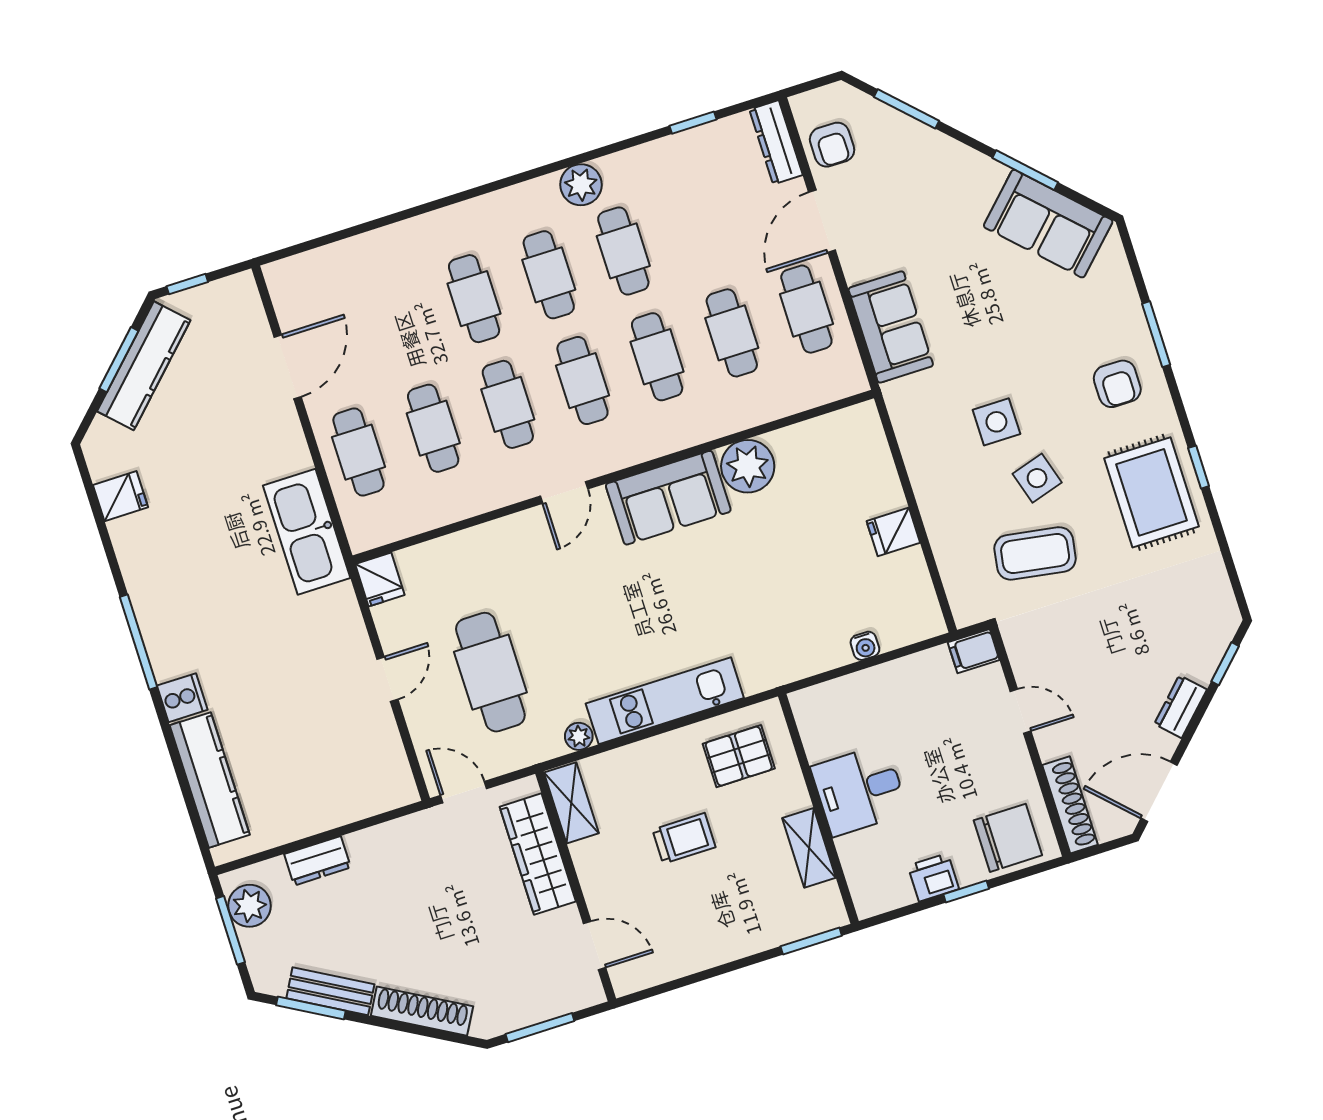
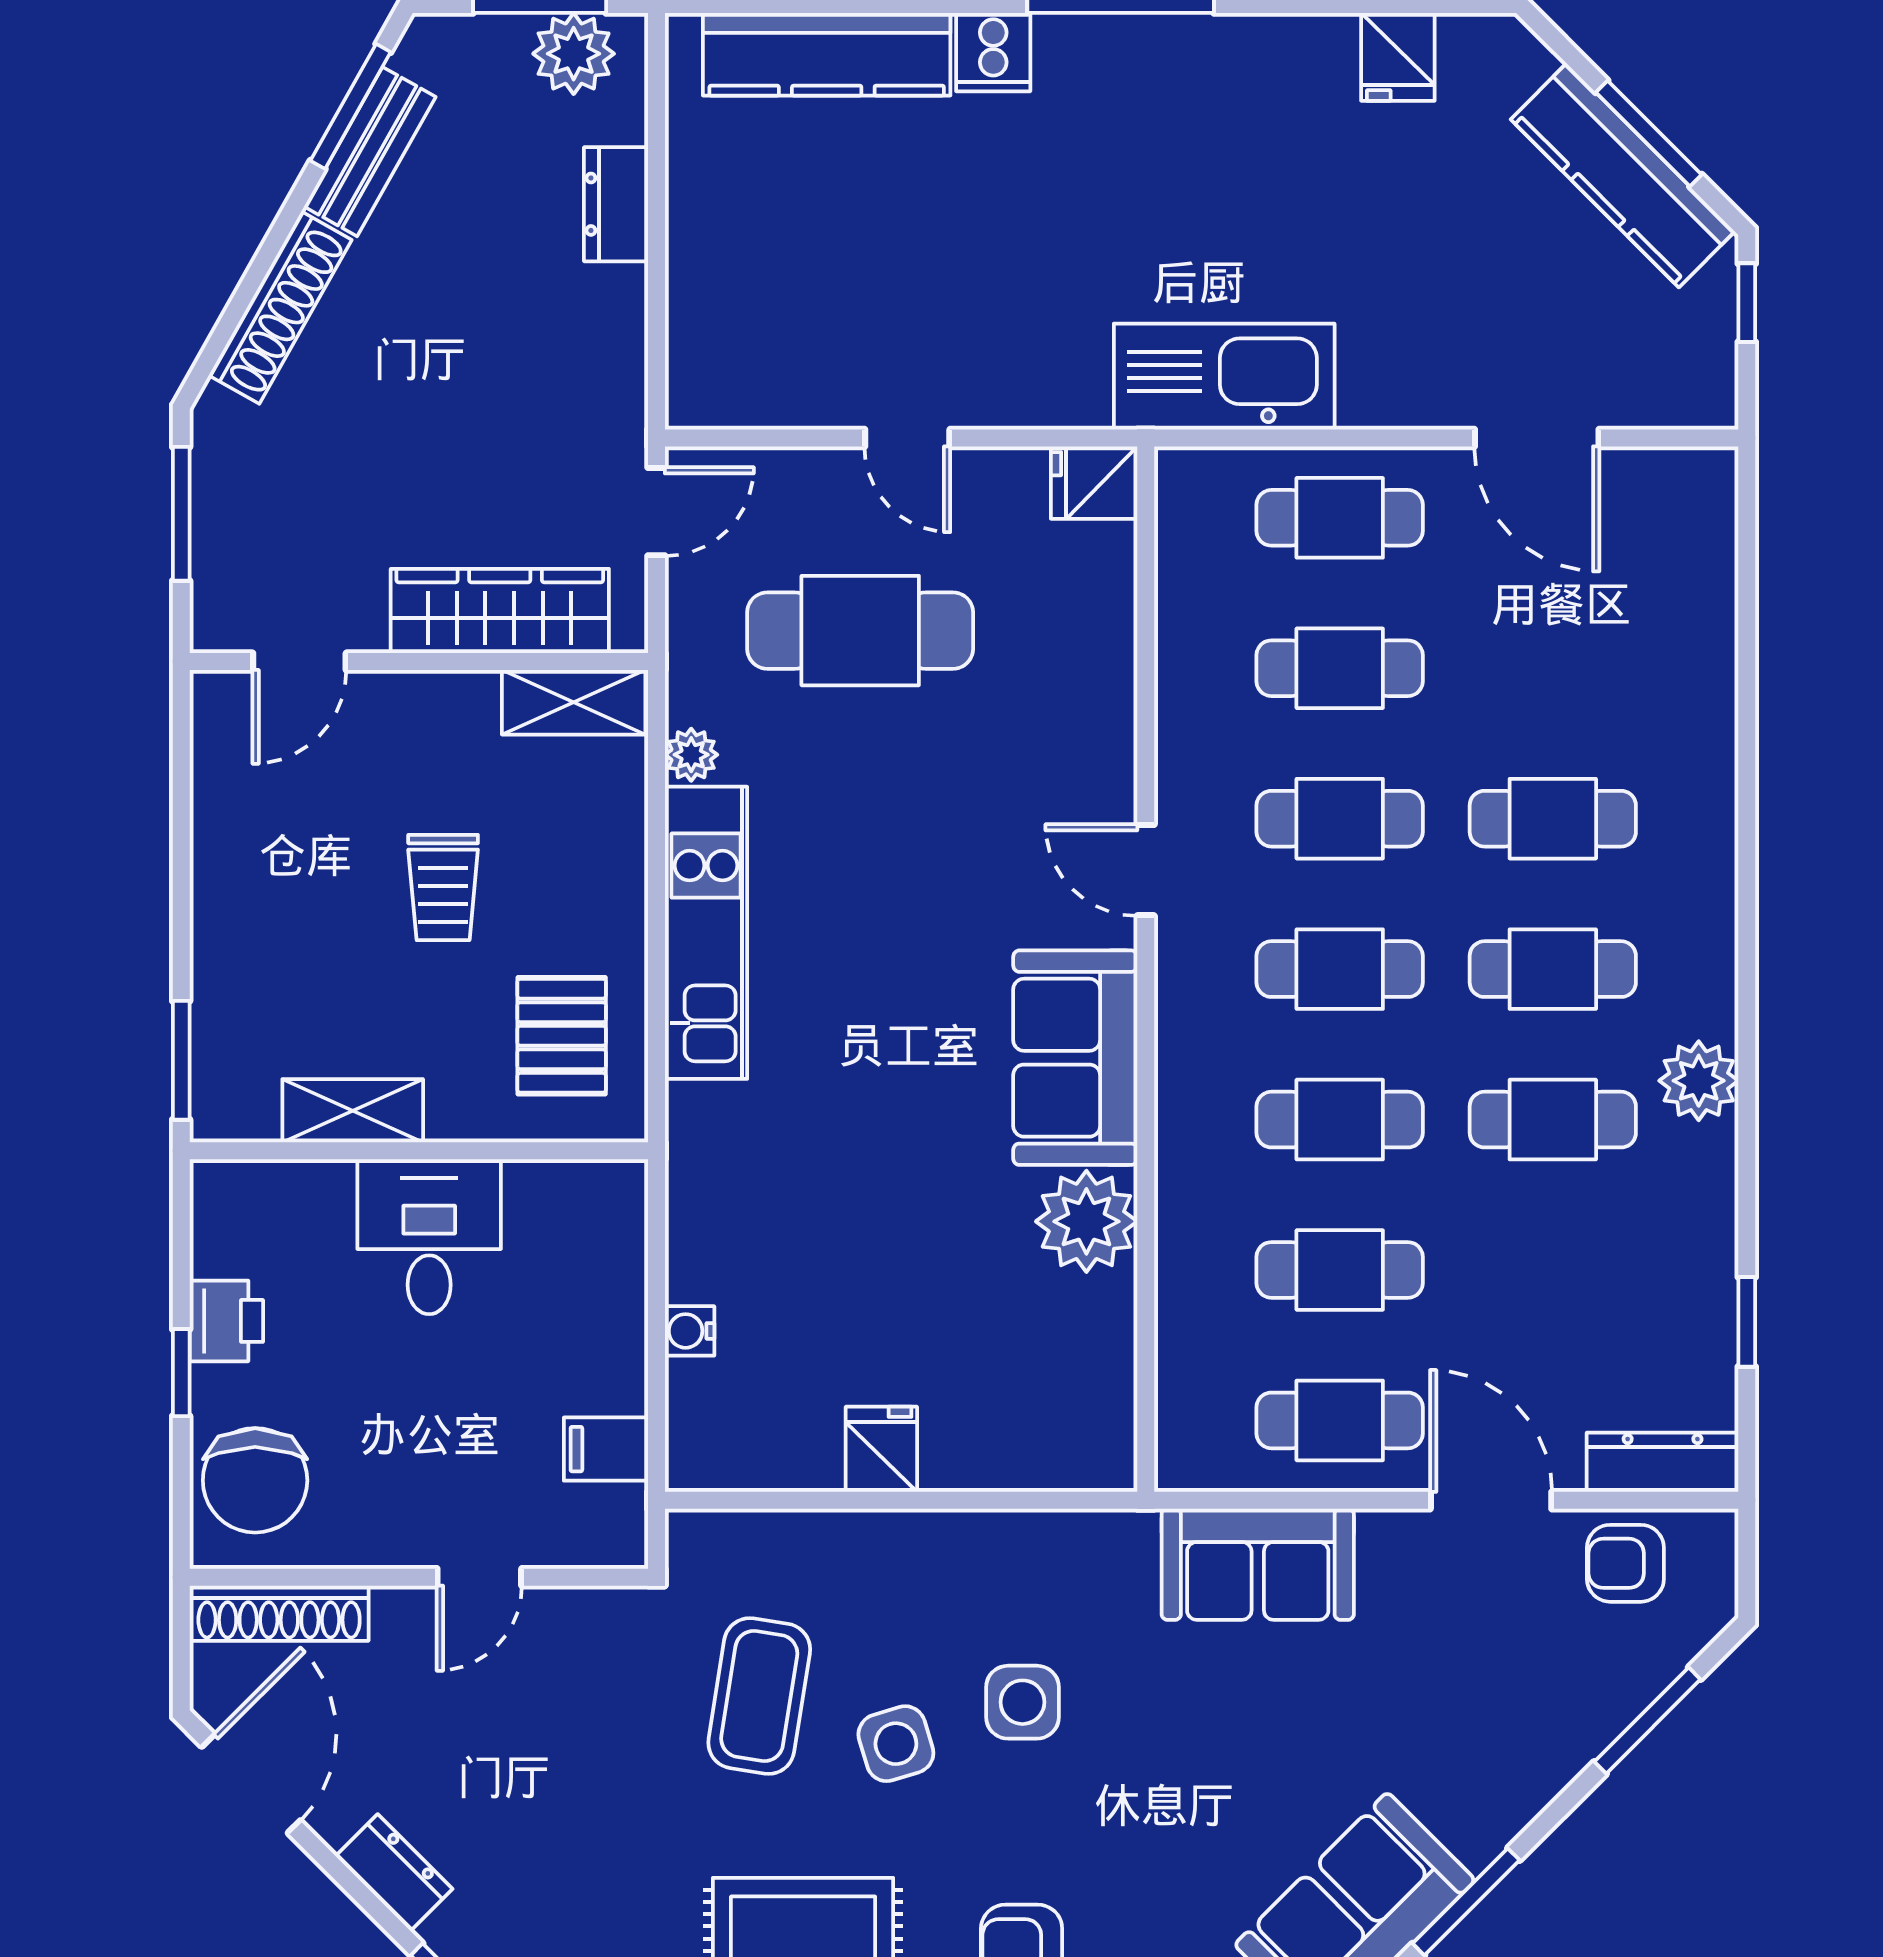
filing cabinet: (974, 651) -> (606, 1449), moved, turned -90

